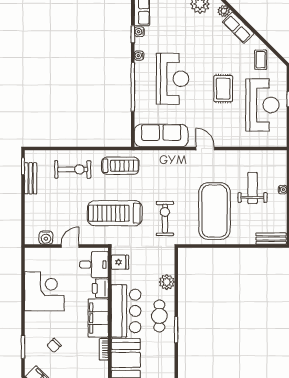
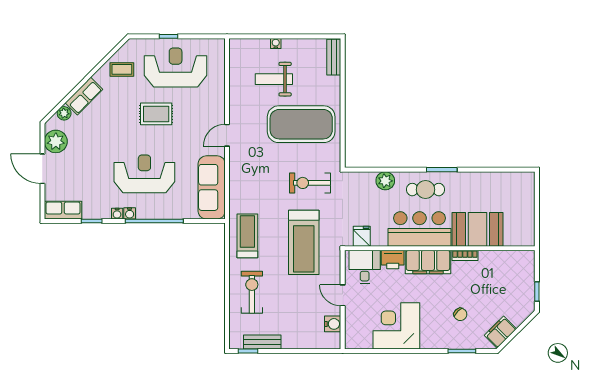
water cooler: (139, 32) -> (130, 213), moved

